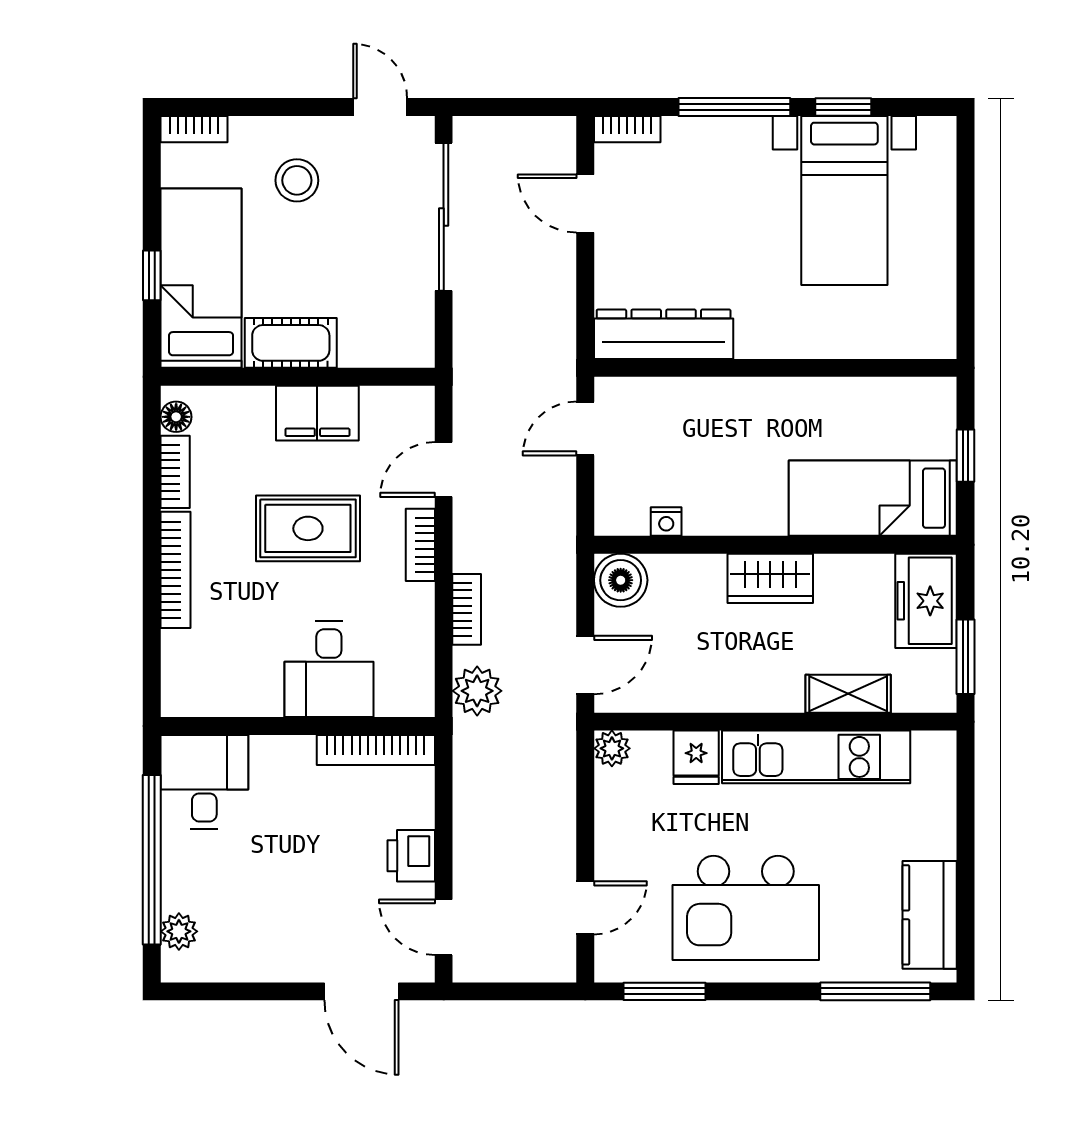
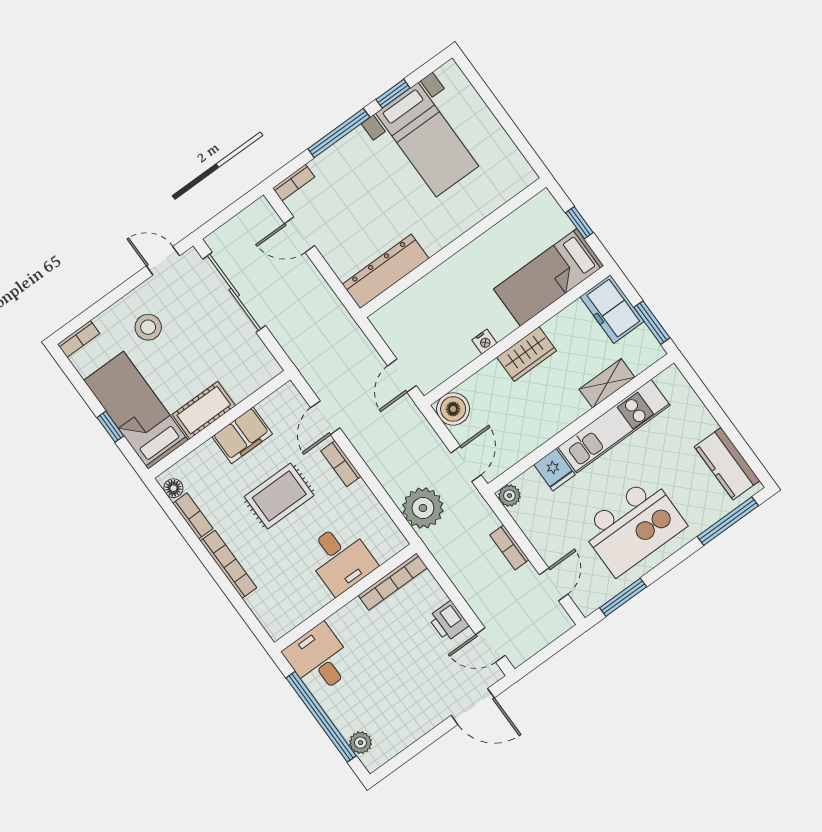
door: (585, 428) -> (402, 376), moved
nightstand: (666, 521) -> (484, 342), moved
bookcase: (467, 609) -> (509, 547), moved, turned 180
plant: (477, 691) -> (423, 508), width x1.36, depth x1.36

